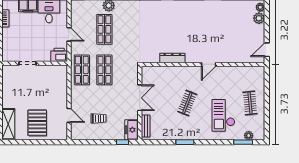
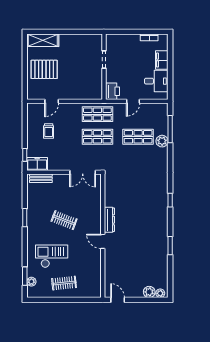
dresser: (172, 58) -> (109, 220), moved
double door: (140, 98) -> (83, 172), moved

